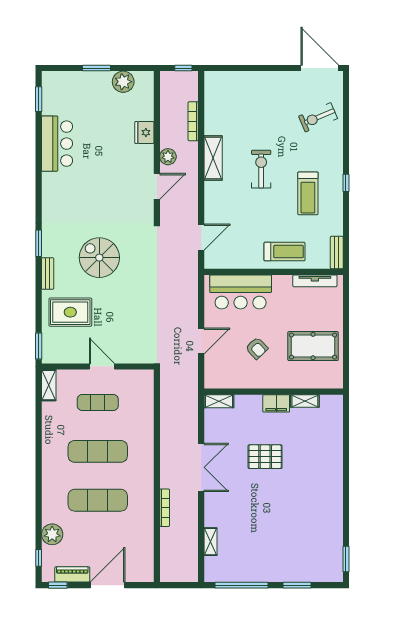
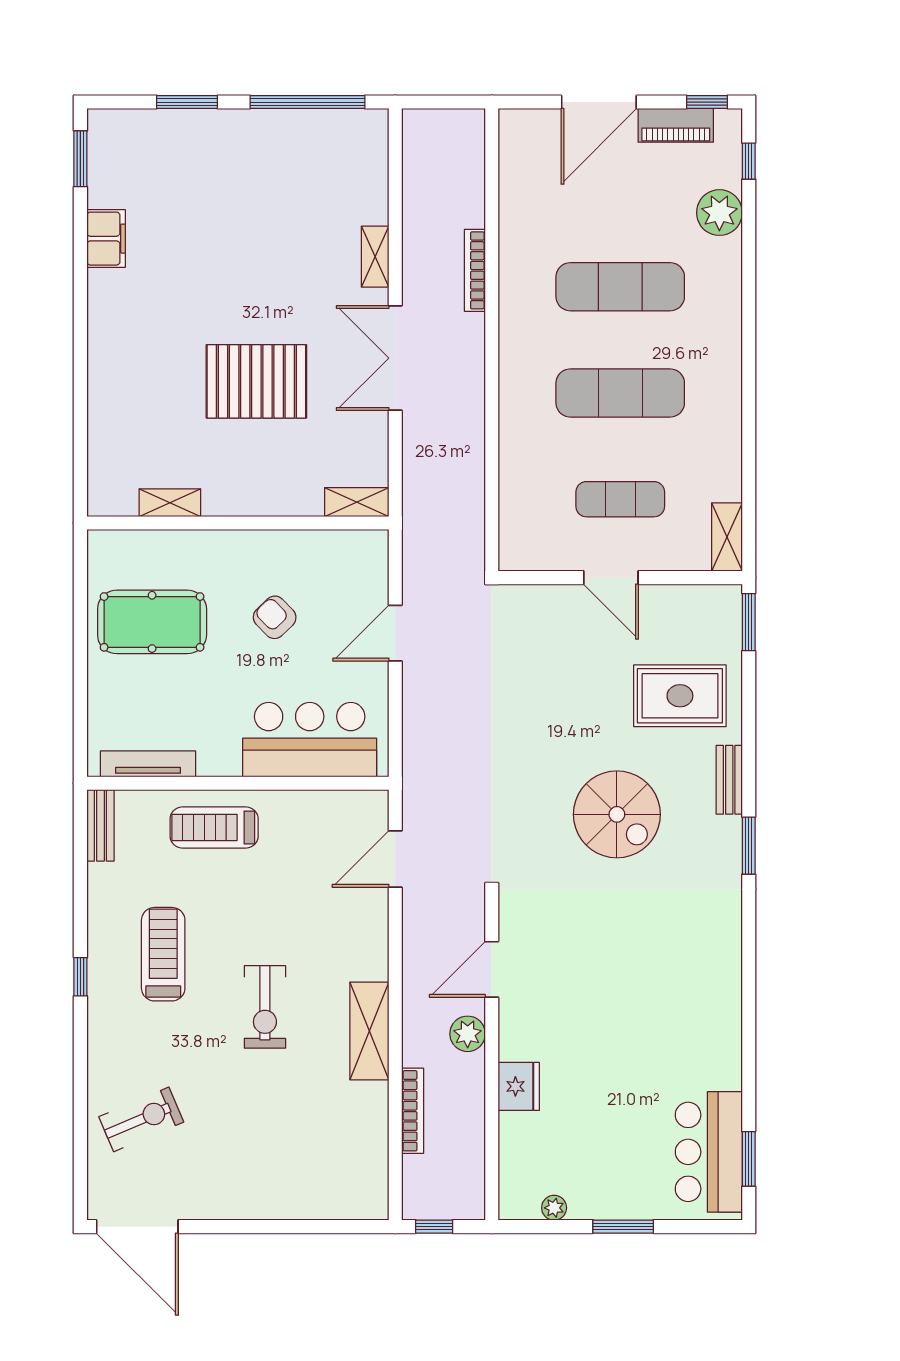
plant: (123, 82) -> (554, 1208), width x0.53, depth x0.53
bar counter: (57, 144) -> (709, 1152), moved
filing cabinet: (276, 403) -> (106, 239), moved, turned 90
pallet: (265, 457) -> (256, 381), width x1.37, depth x1.41
shelving: (210, 542) -> (375, 257), moved

